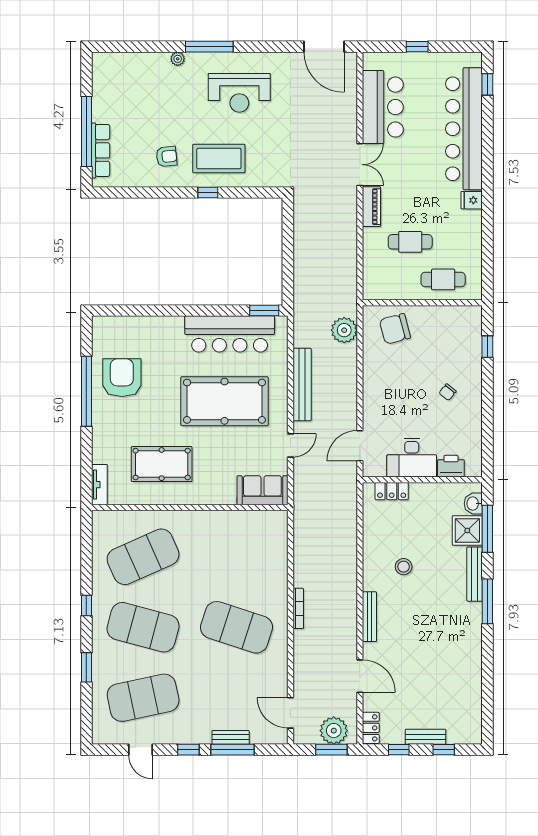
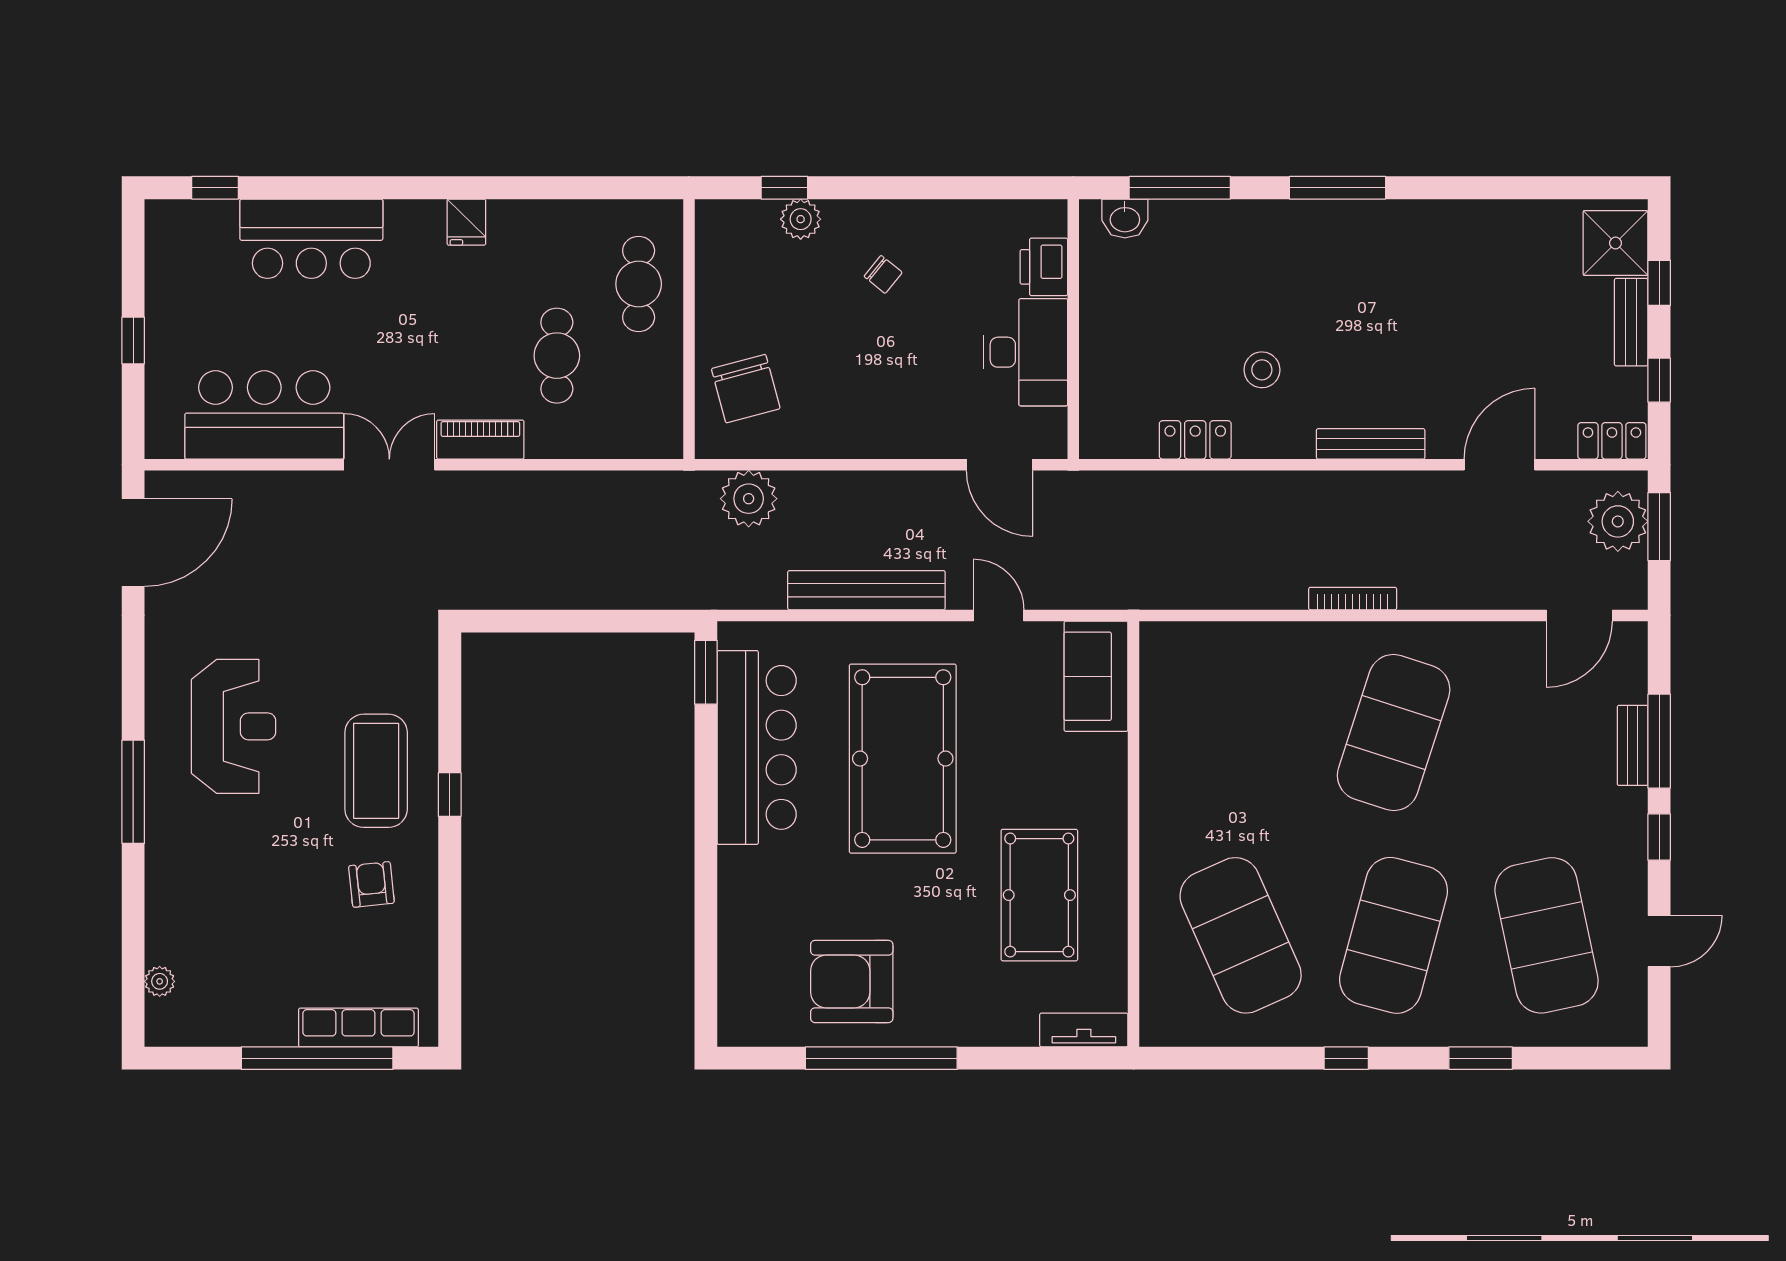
plant: (178, 59) -> (160, 981), moved
bar counter: (464, 129) -> (311, 239), width x0.54
plant: (473, 354) -> (801, 219), added
locker: (392, 491) -> (1195, 440), moved, turned -90
shower: (467, 530) -> (1615, 243), moved
bench: (475, 574) -> (1278, 216), removed

